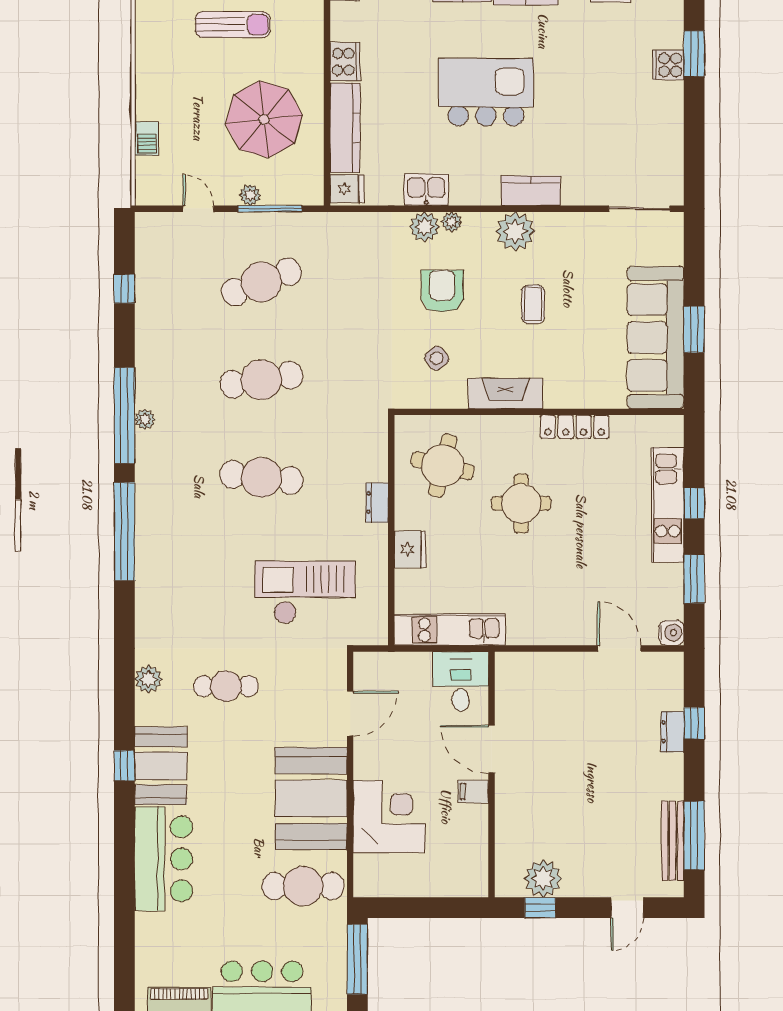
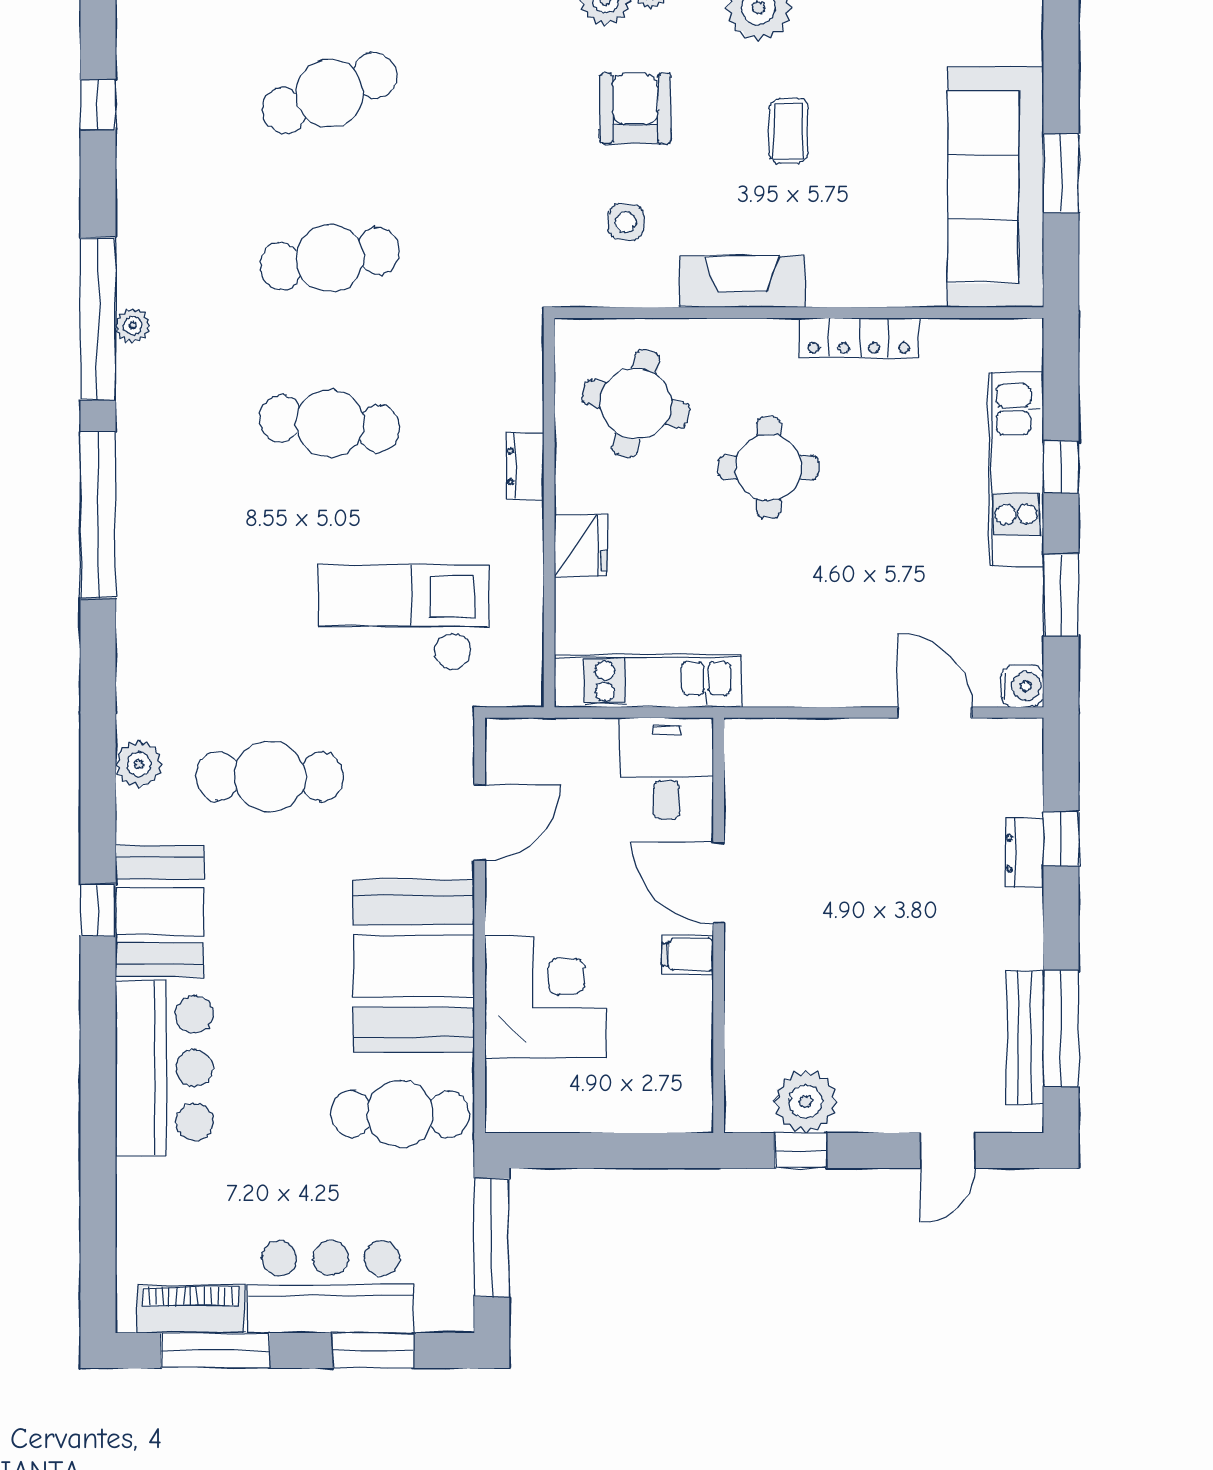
side table: (437, 358) -> (626, 222), turned 45
cafe table: (226, 686) -> (270, 776), width x1.37, depth x1.35

